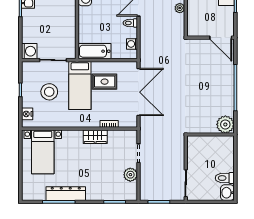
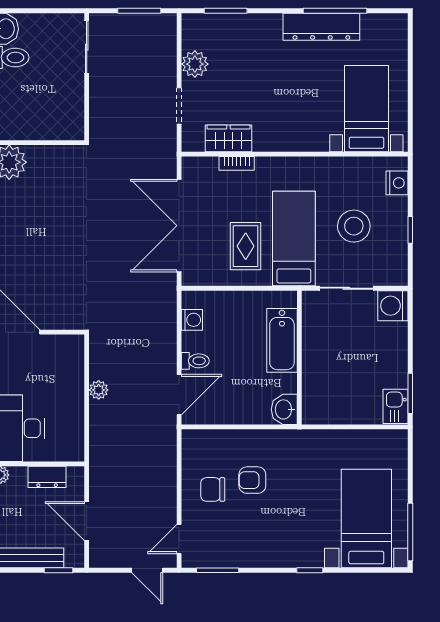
bathtub: (95, 51) -> (282, 340), moved, turned 90
rug: (105, 82) -> (246, 246), turned 90
wardrobe: (95, 137) -> (228, 138), moved

